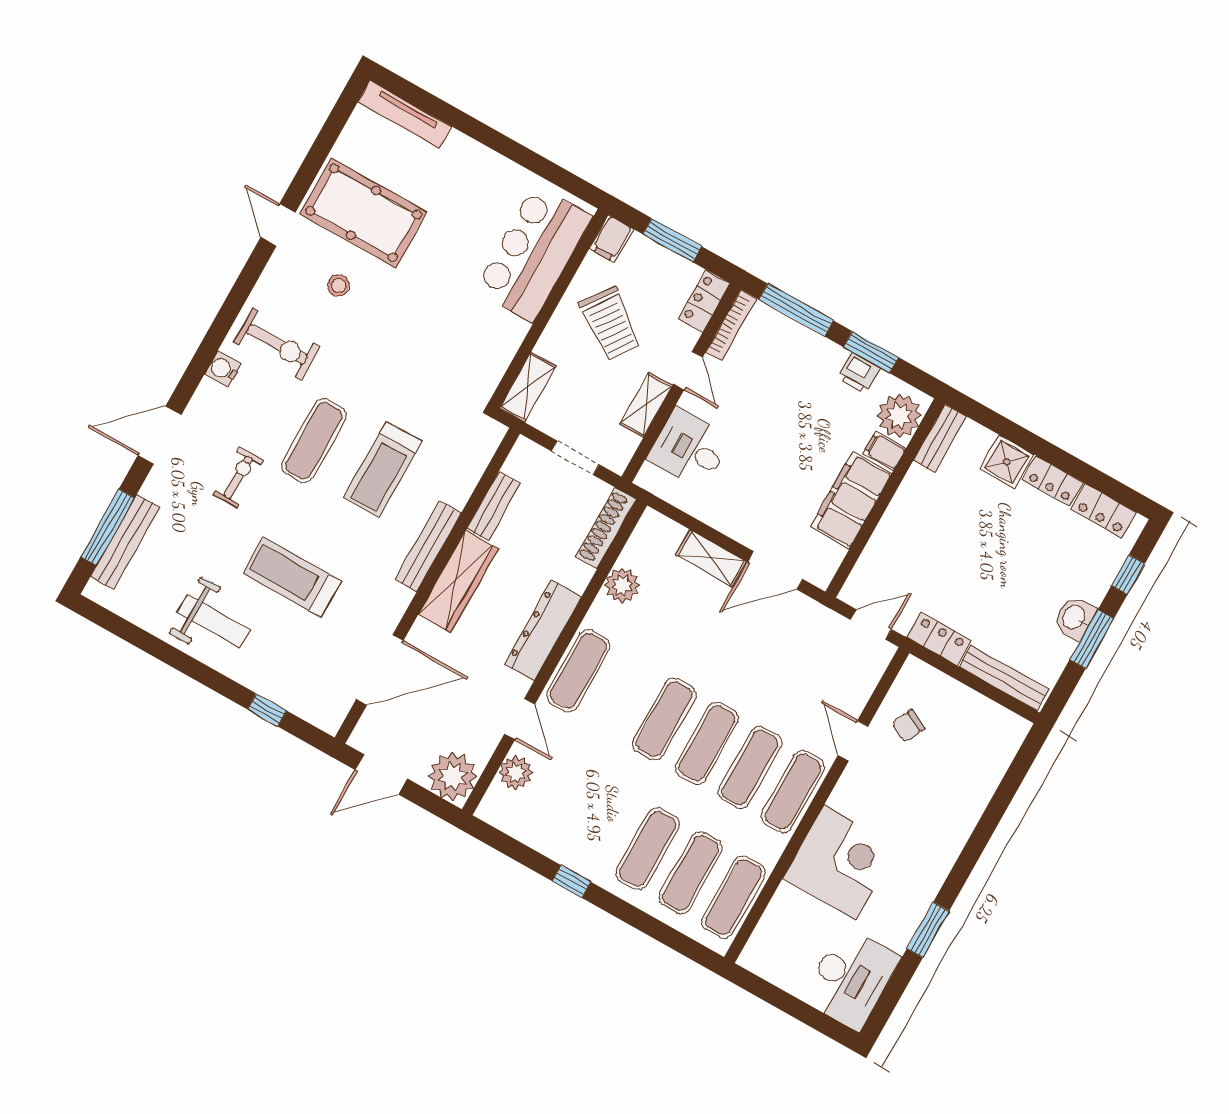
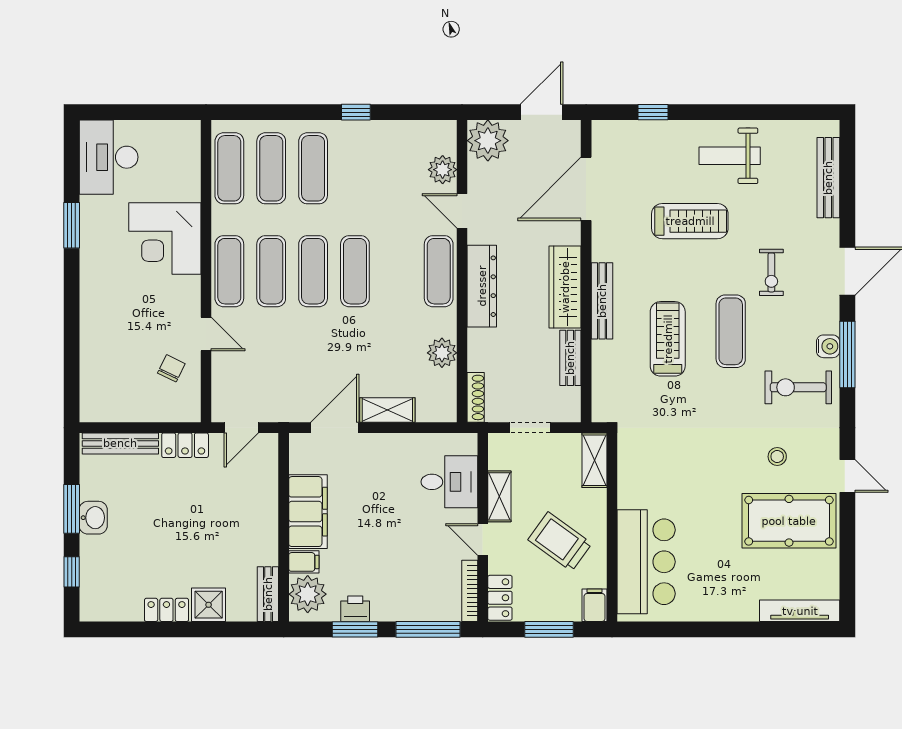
locker: (1104, 511) -> (116, 609), removed
window: (108, 527) -> (847, 355), moved
shoe rack: (606, 528) -> (476, 397), width x0.74, depth x0.81

